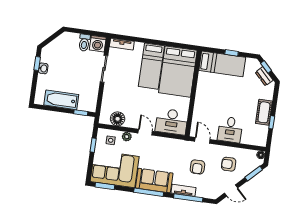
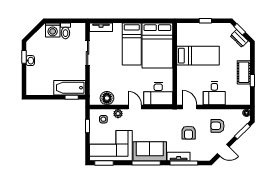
washing machine: (98, 44) -> (53, 30), moved
bed: (222, 64) -> (198, 56), moved
bathtub: (61, 100) -> (70, 88), moved

